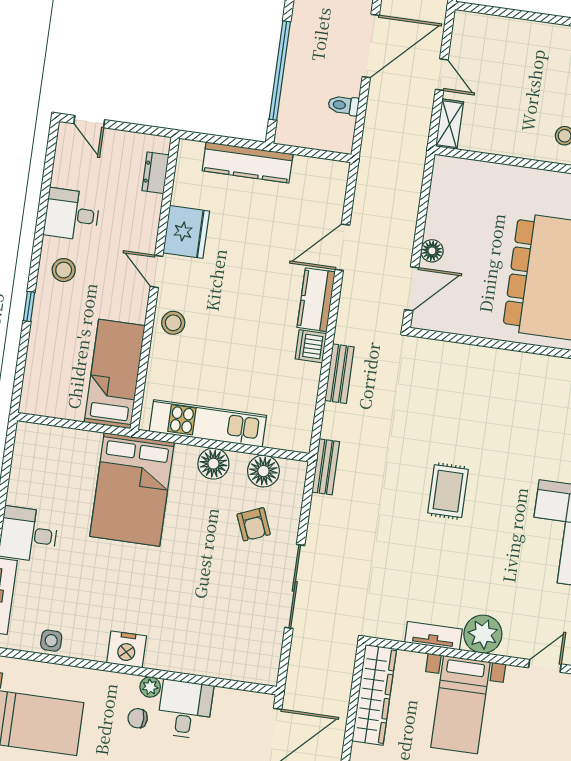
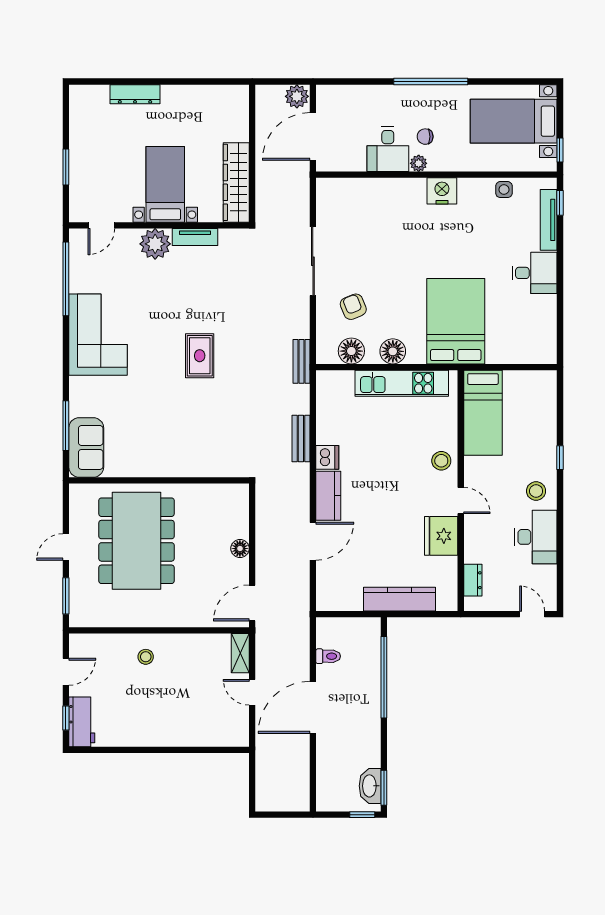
desk: (72, 214) -> (536, 537), width x1.37
door: (412, 289) -> (252, 603), moved
chair: (138, 718) -> (425, 137), turned 180

